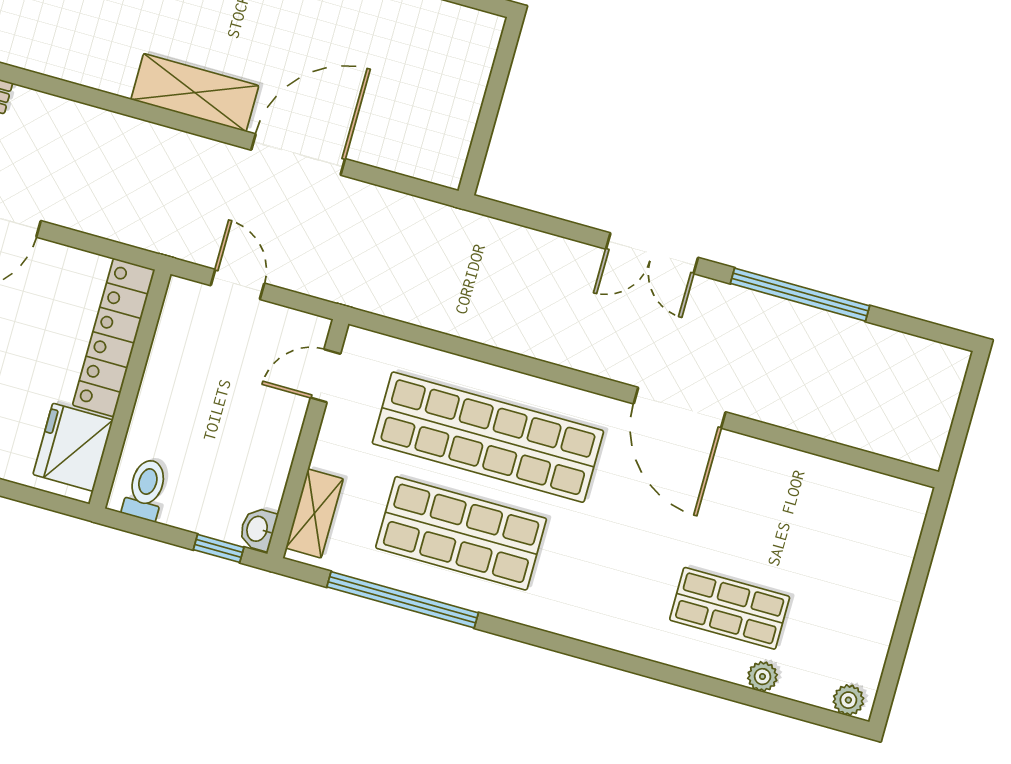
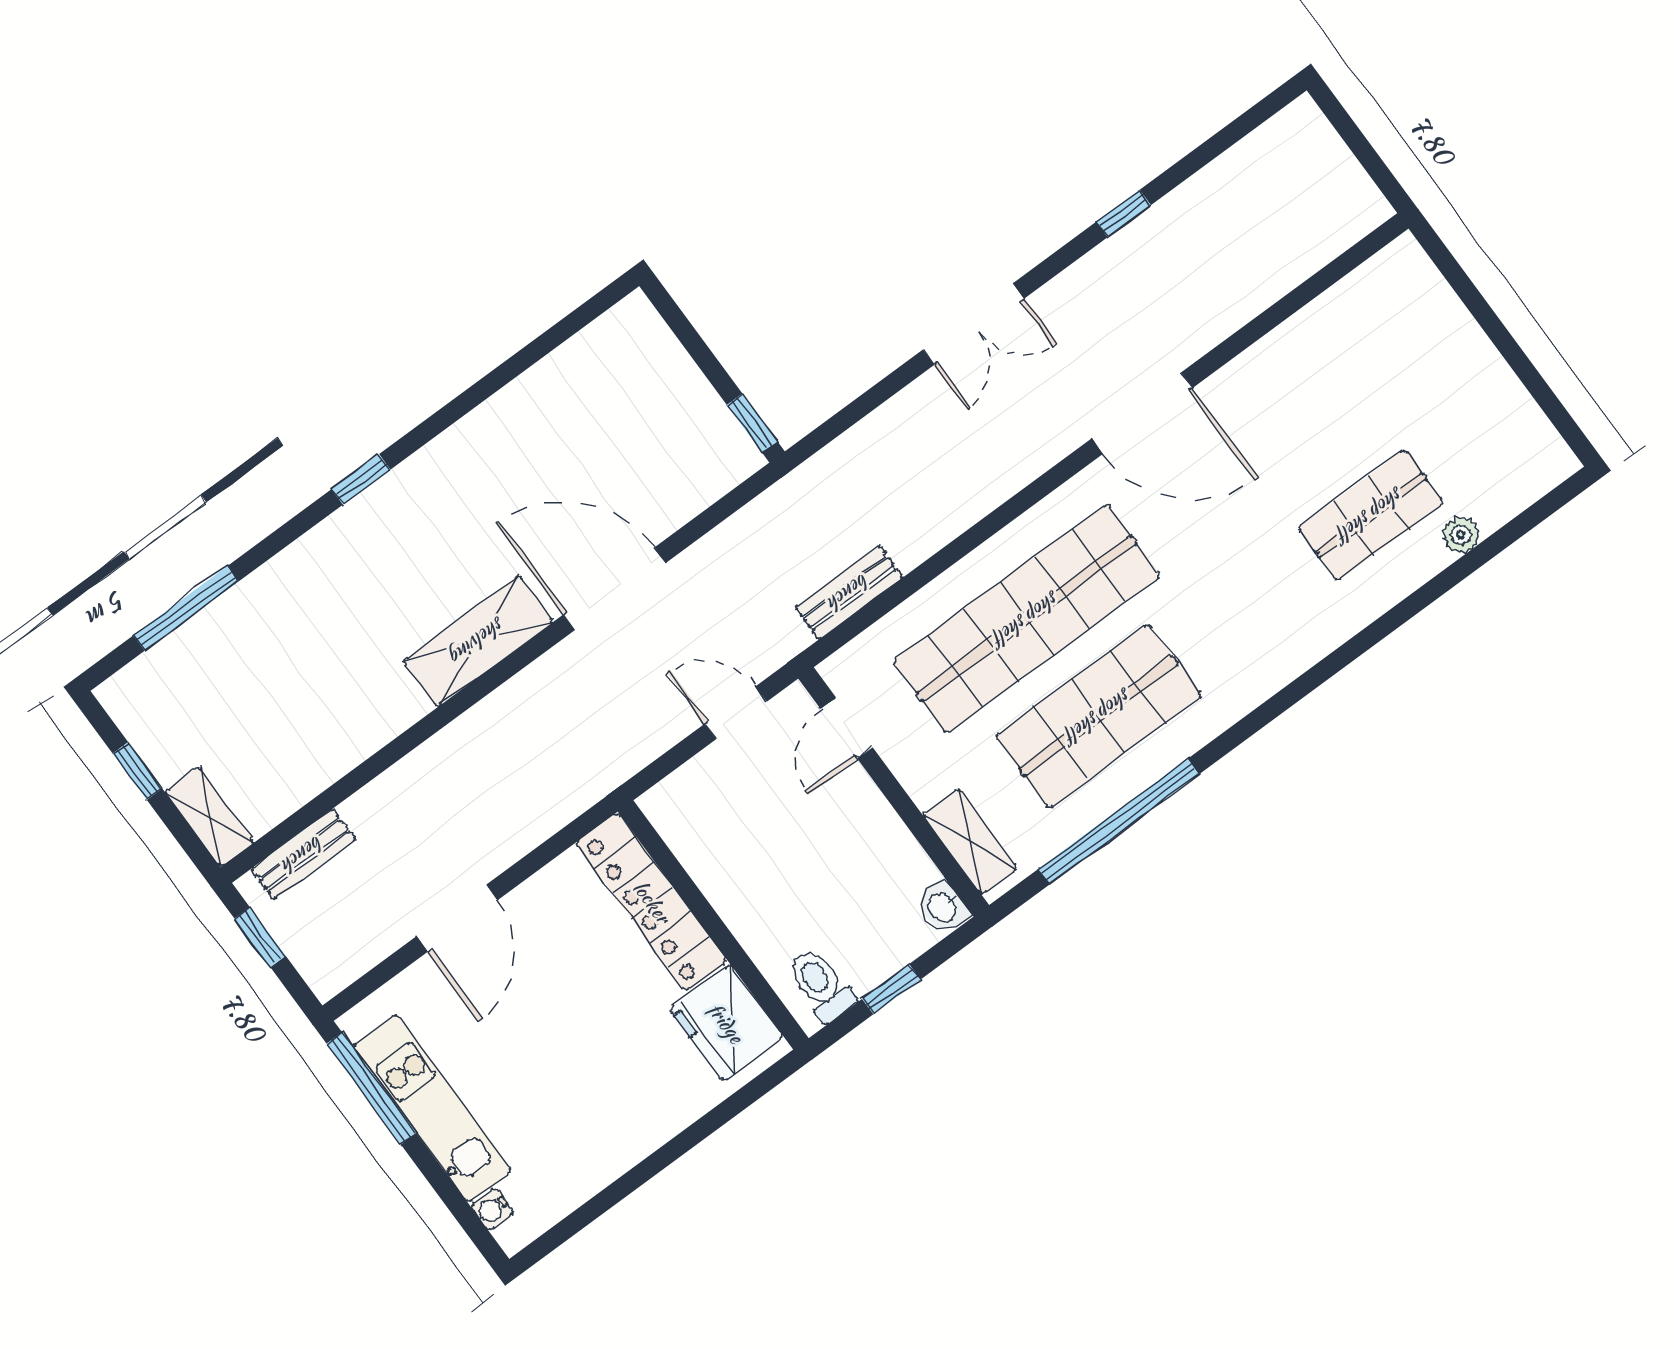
door: (298, 154) -> (614, 589), hinge flipped
window: (476, 160) -> (752, 423), added
door: (237, 284) -> (736, 713), moved
window: (800, 295) -> (1124, 213), width x0.32
bench: (415, 309) -> (849, 592), added
window: (219, 548) -> (891, 989), moved
plant: (848, 700) -> (1548, 470), removed

